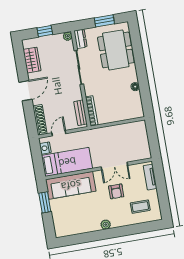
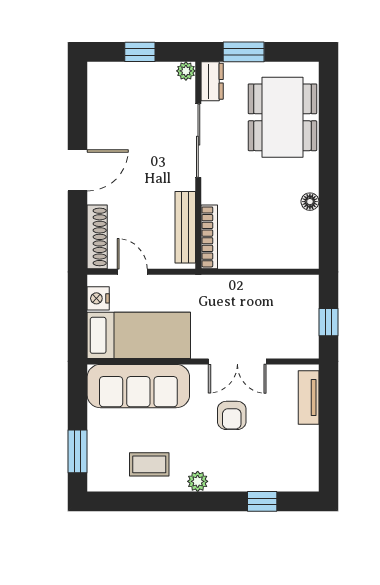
window: (104, 21) -> (244, 52), moved
wardrobe: (32, 60) -> (102, 108), removed
bench: (80, 113) -> (185, 227), width x1.36
door: (59, 133) -> (132, 272), hinge flipped
window: (153, 141) -> (328, 322), added
window: (45, 202) -> (78, 451), moved
coffee table: (140, 207) -> (149, 464), moved
window: (137, 229) -> (262, 501), added

